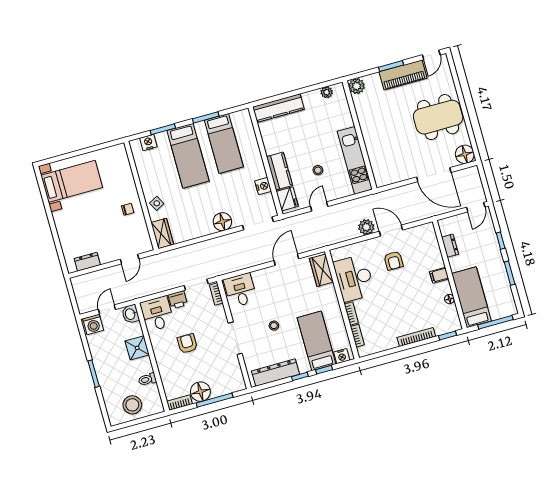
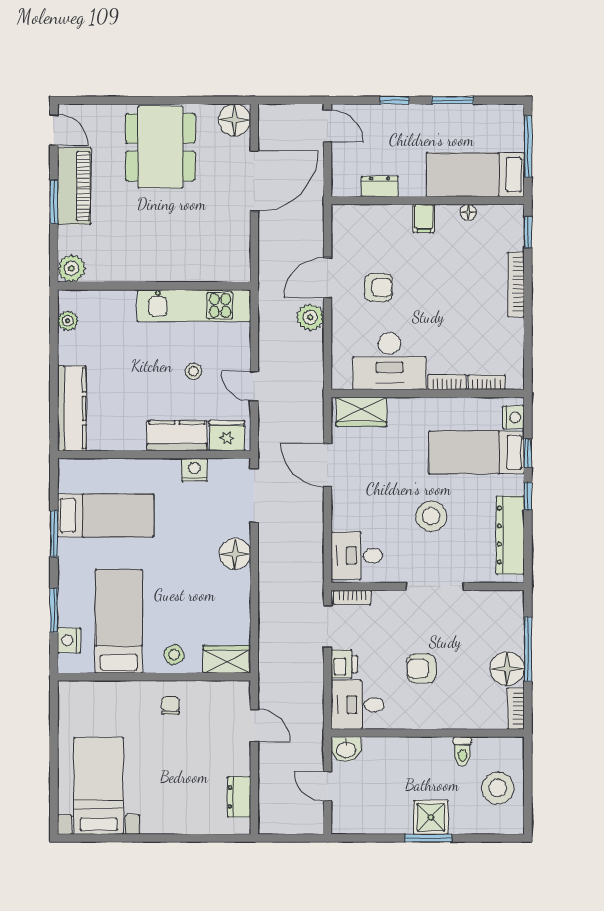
bed: (188, 156) -> (119, 621), moved, turned -90
washing machine: (93, 324) -> (346, 816), removed
stool: (274, 326) -> (431, 516), width x1.89, depth x1.89
shower: (137, 348) -> (431, 817), moved

